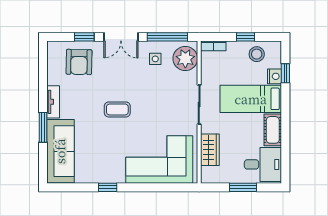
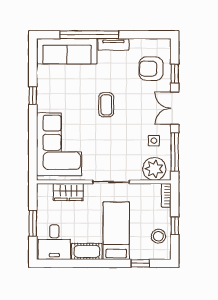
nightstand: (275, 76) -> (137, 253), removed
window: (43, 127) -> (89, 35), width x2.11

